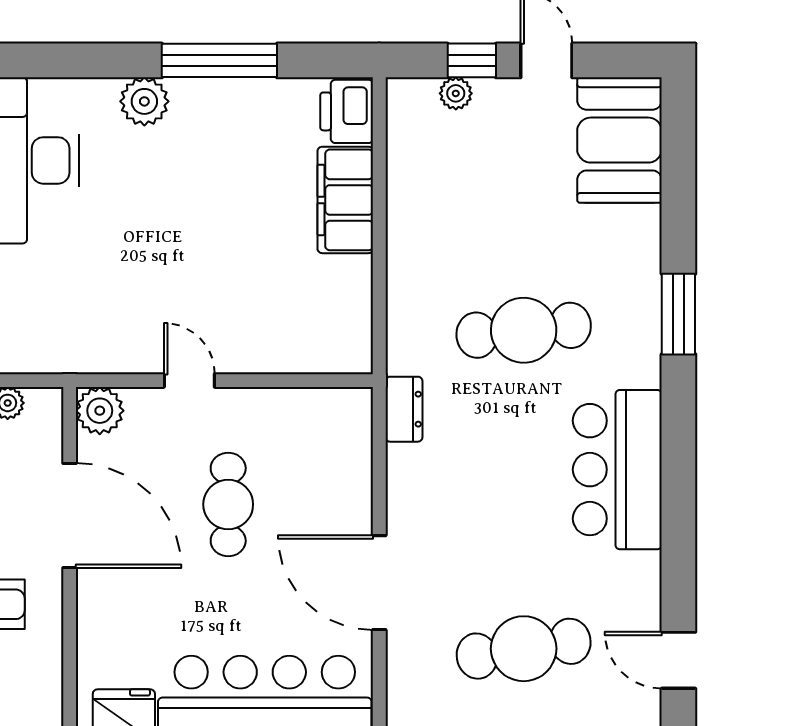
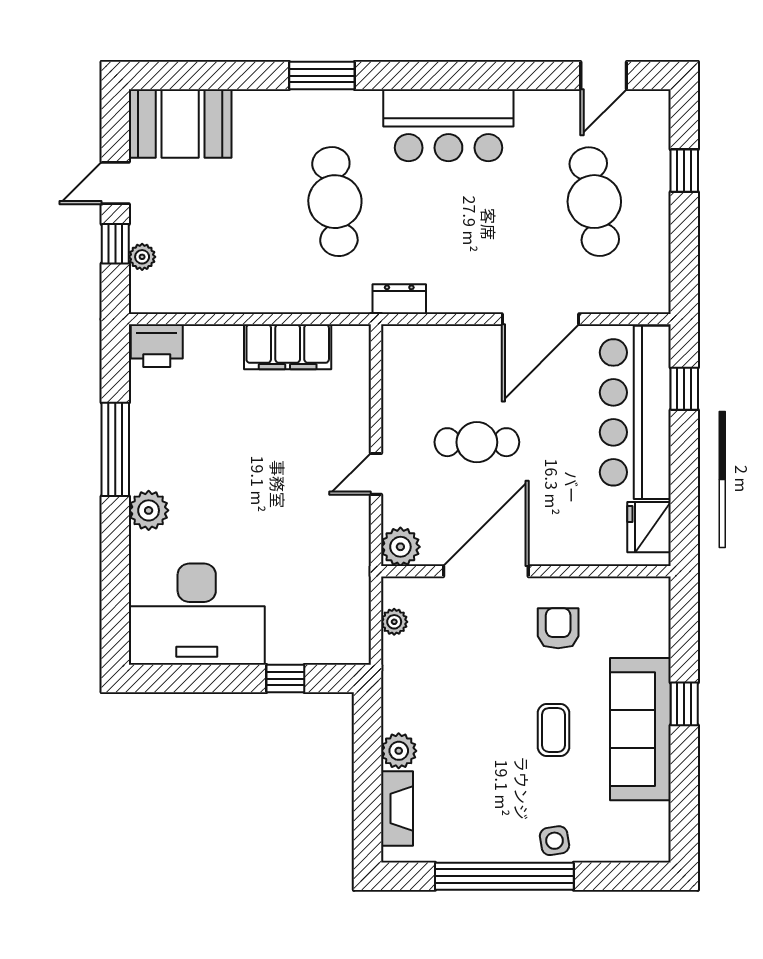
filing cabinet: (345, 200) -> (288, 347), moved

